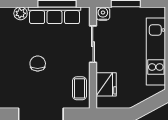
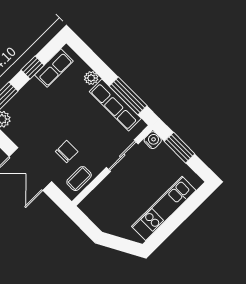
chair: (38, 64) -> (67, 152), moved
fridge: (106, 84) -> (102, 196), removed

